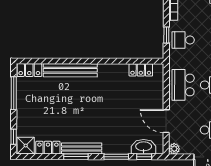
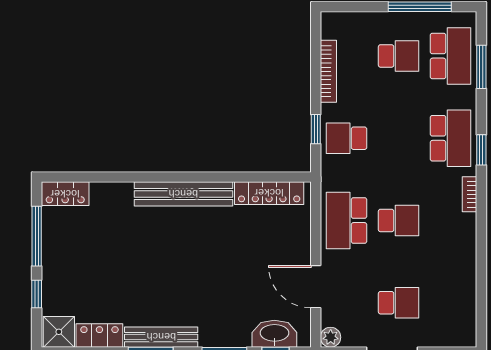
bench: (70, 70) -> (183, 194), moved
locker: (141, 70) -> (269, 193), width x1.53
window: (14, 137) -> (37, 294), moved

